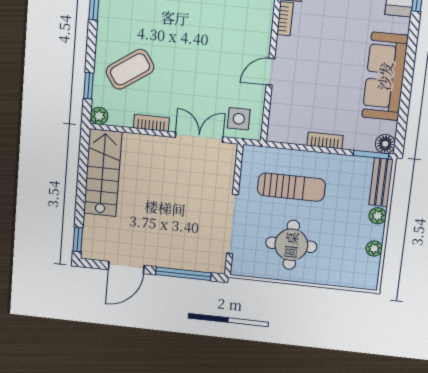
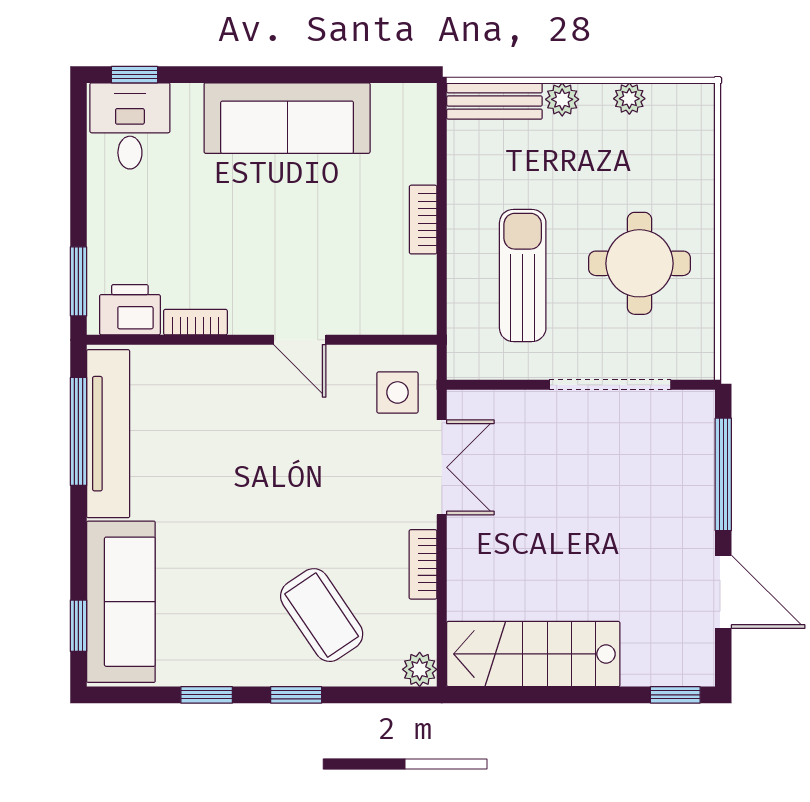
window: (88, 86) -> (296, 695), moved
double door: (199, 137) -> (442, 467), swing flipped
floor lamp: (385, 144) -> (418, 102), removed
window: (371, 155) -> (442, 127), removed

